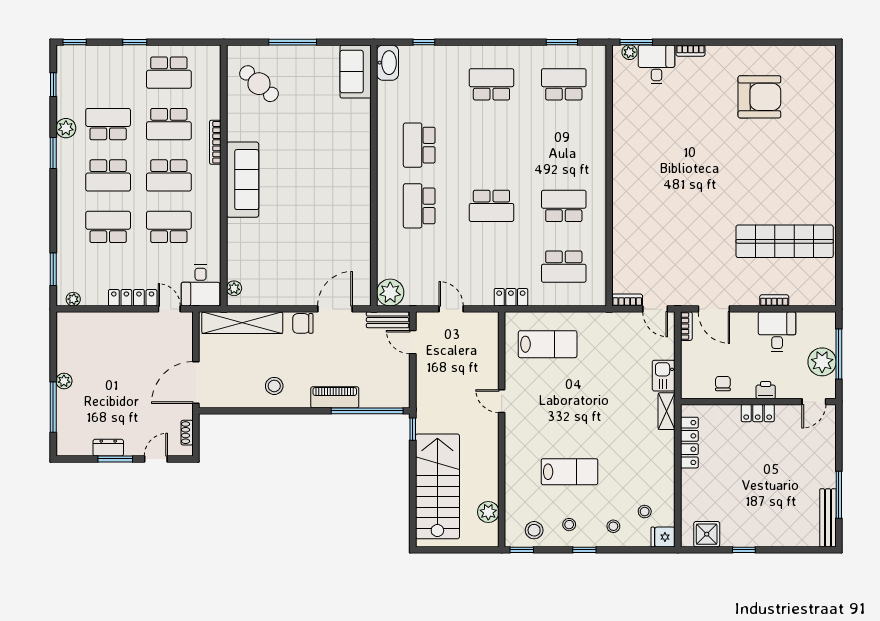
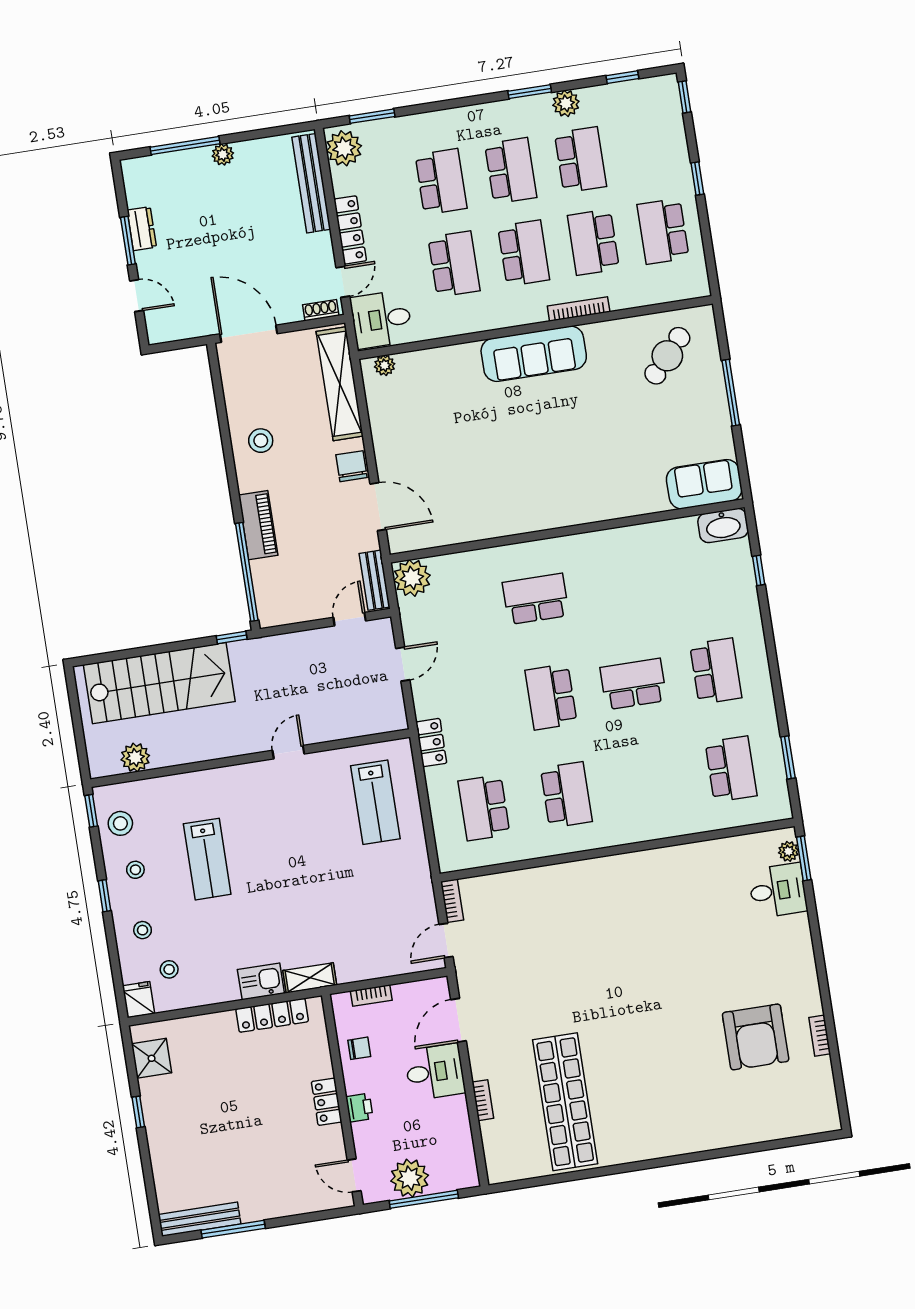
bookcase: (691, 51) -> (820, 1036), moved
school desk: (419, 145) -> (633, 684), moved
school desk: (108, 175) -> (511, 171), turned 180
school desk: (169, 175) -> (524, 253), turned 180
plant: (73, 299) -> (344, 148), width x1.87, depth x1.87
bench: (95, 320) -> (311, 183), added
bookcase: (686, 326) -> (371, 996), moved
desk: (777, 332) -> (435, 1072), moved
kitchen sink: (664, 376) -> (261, 981), moved
shoe rack: (187, 433) -> (321, 310), moved

